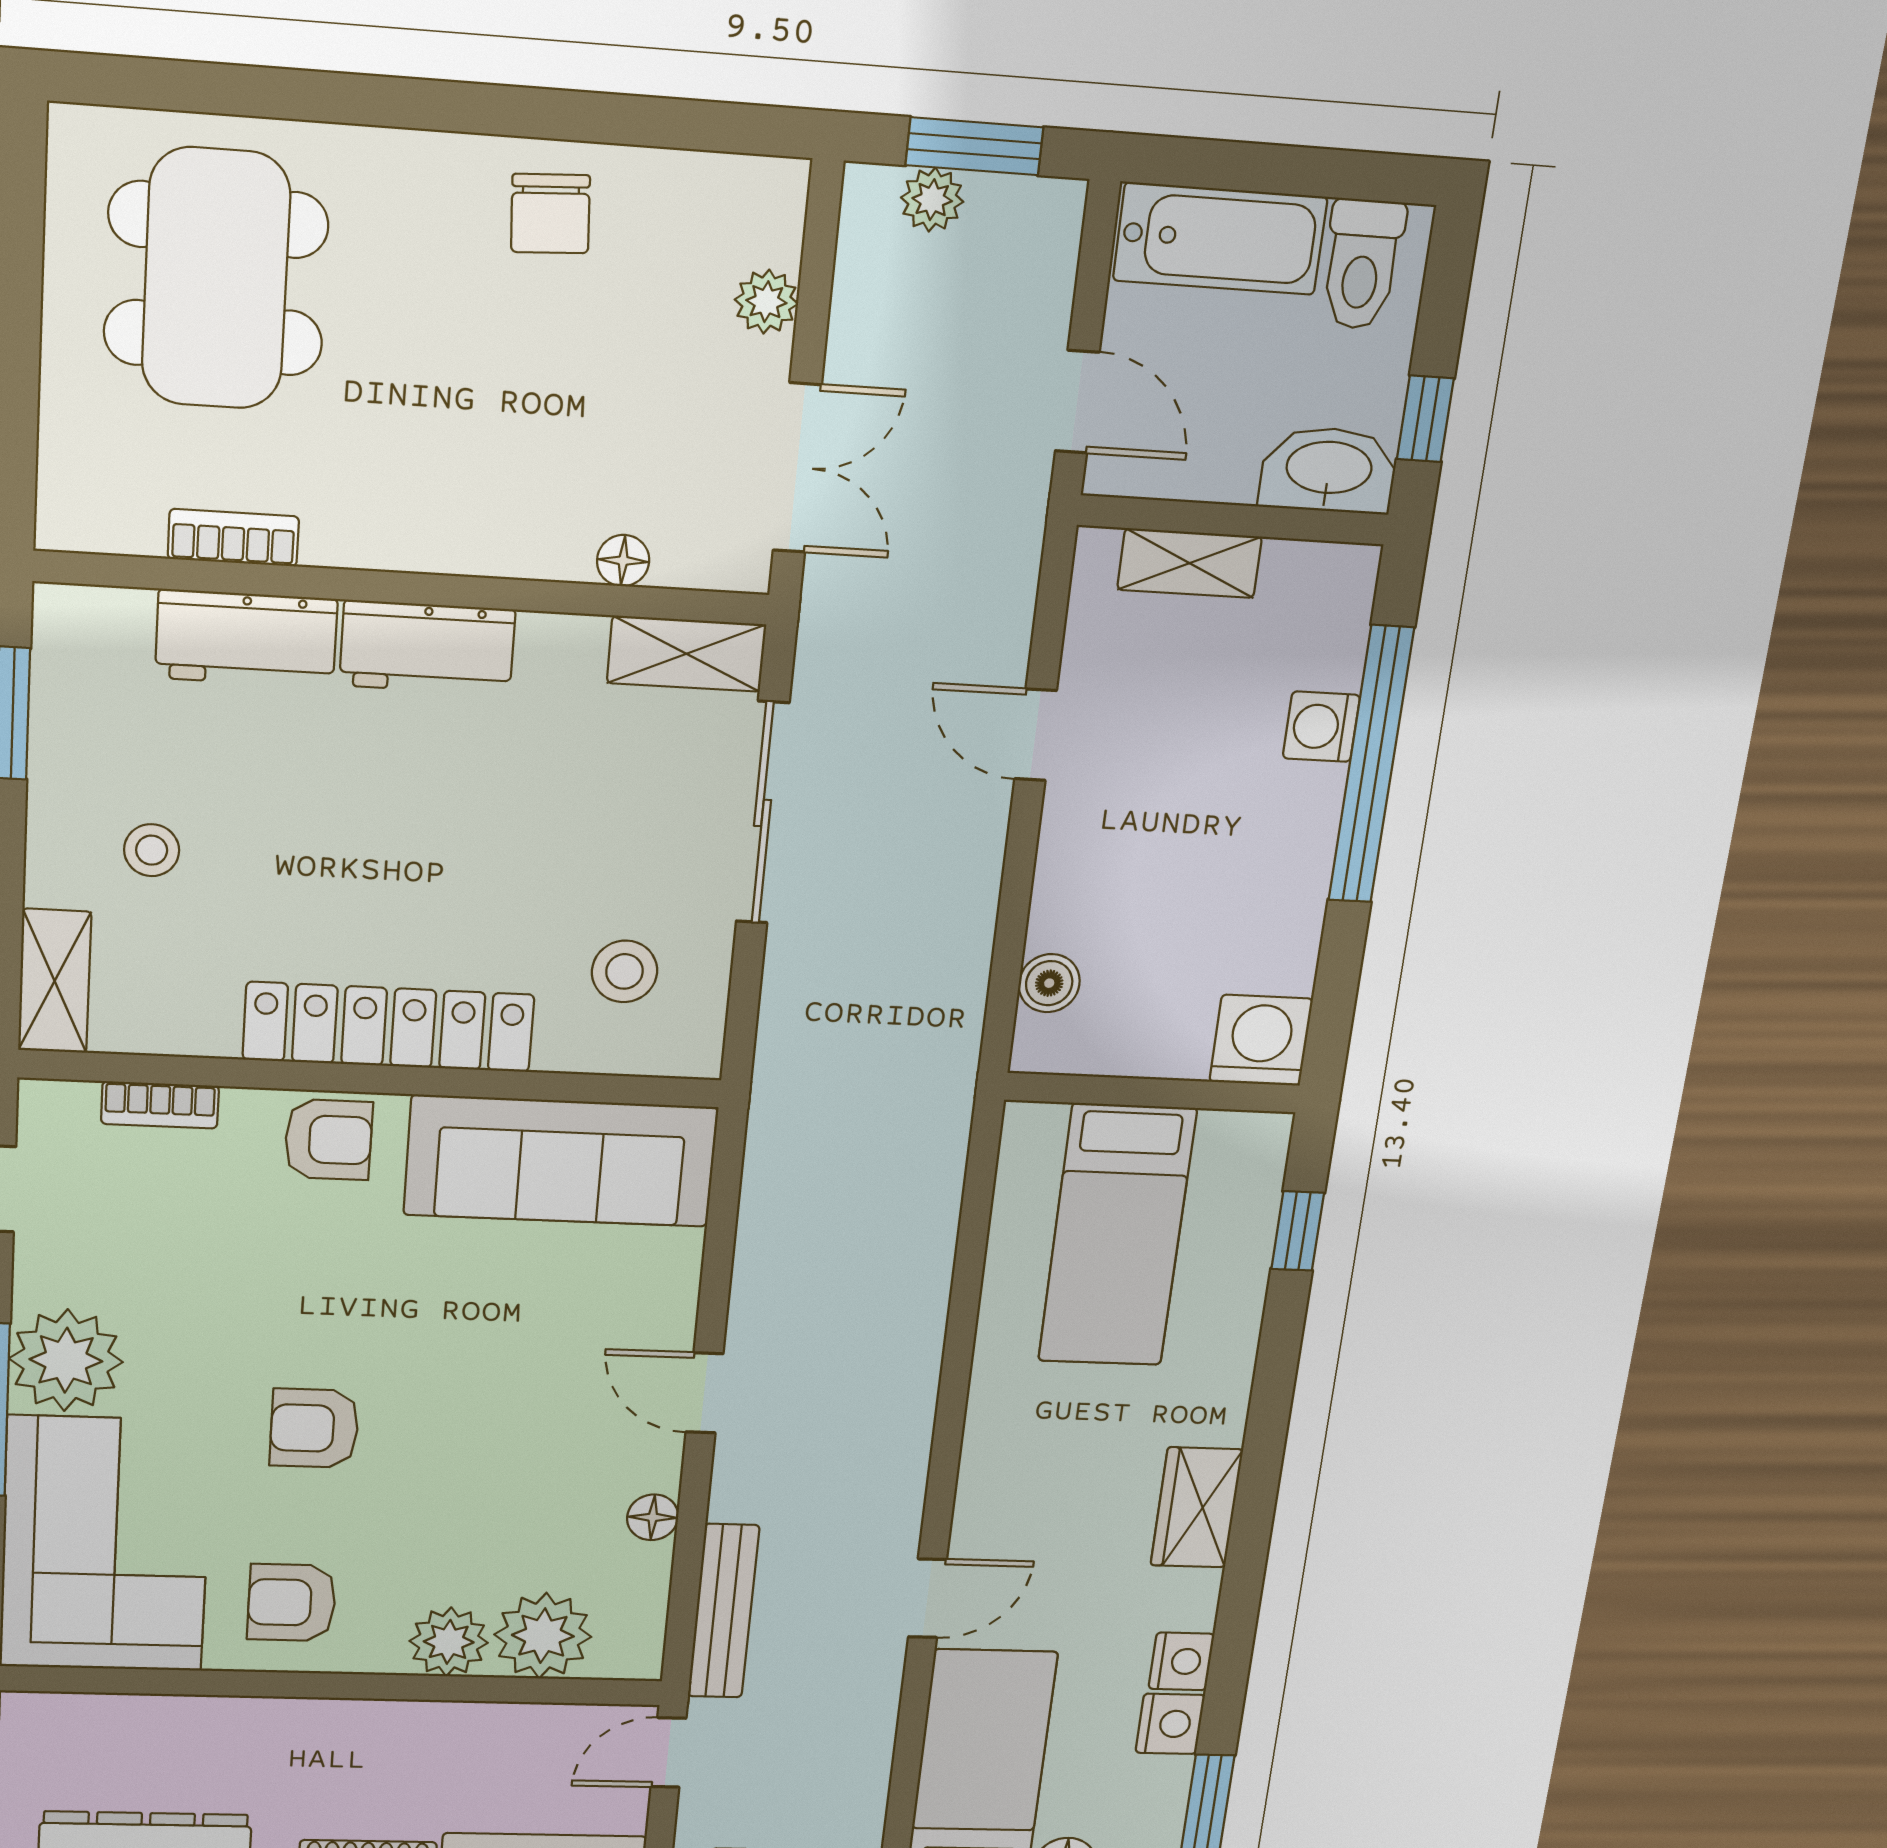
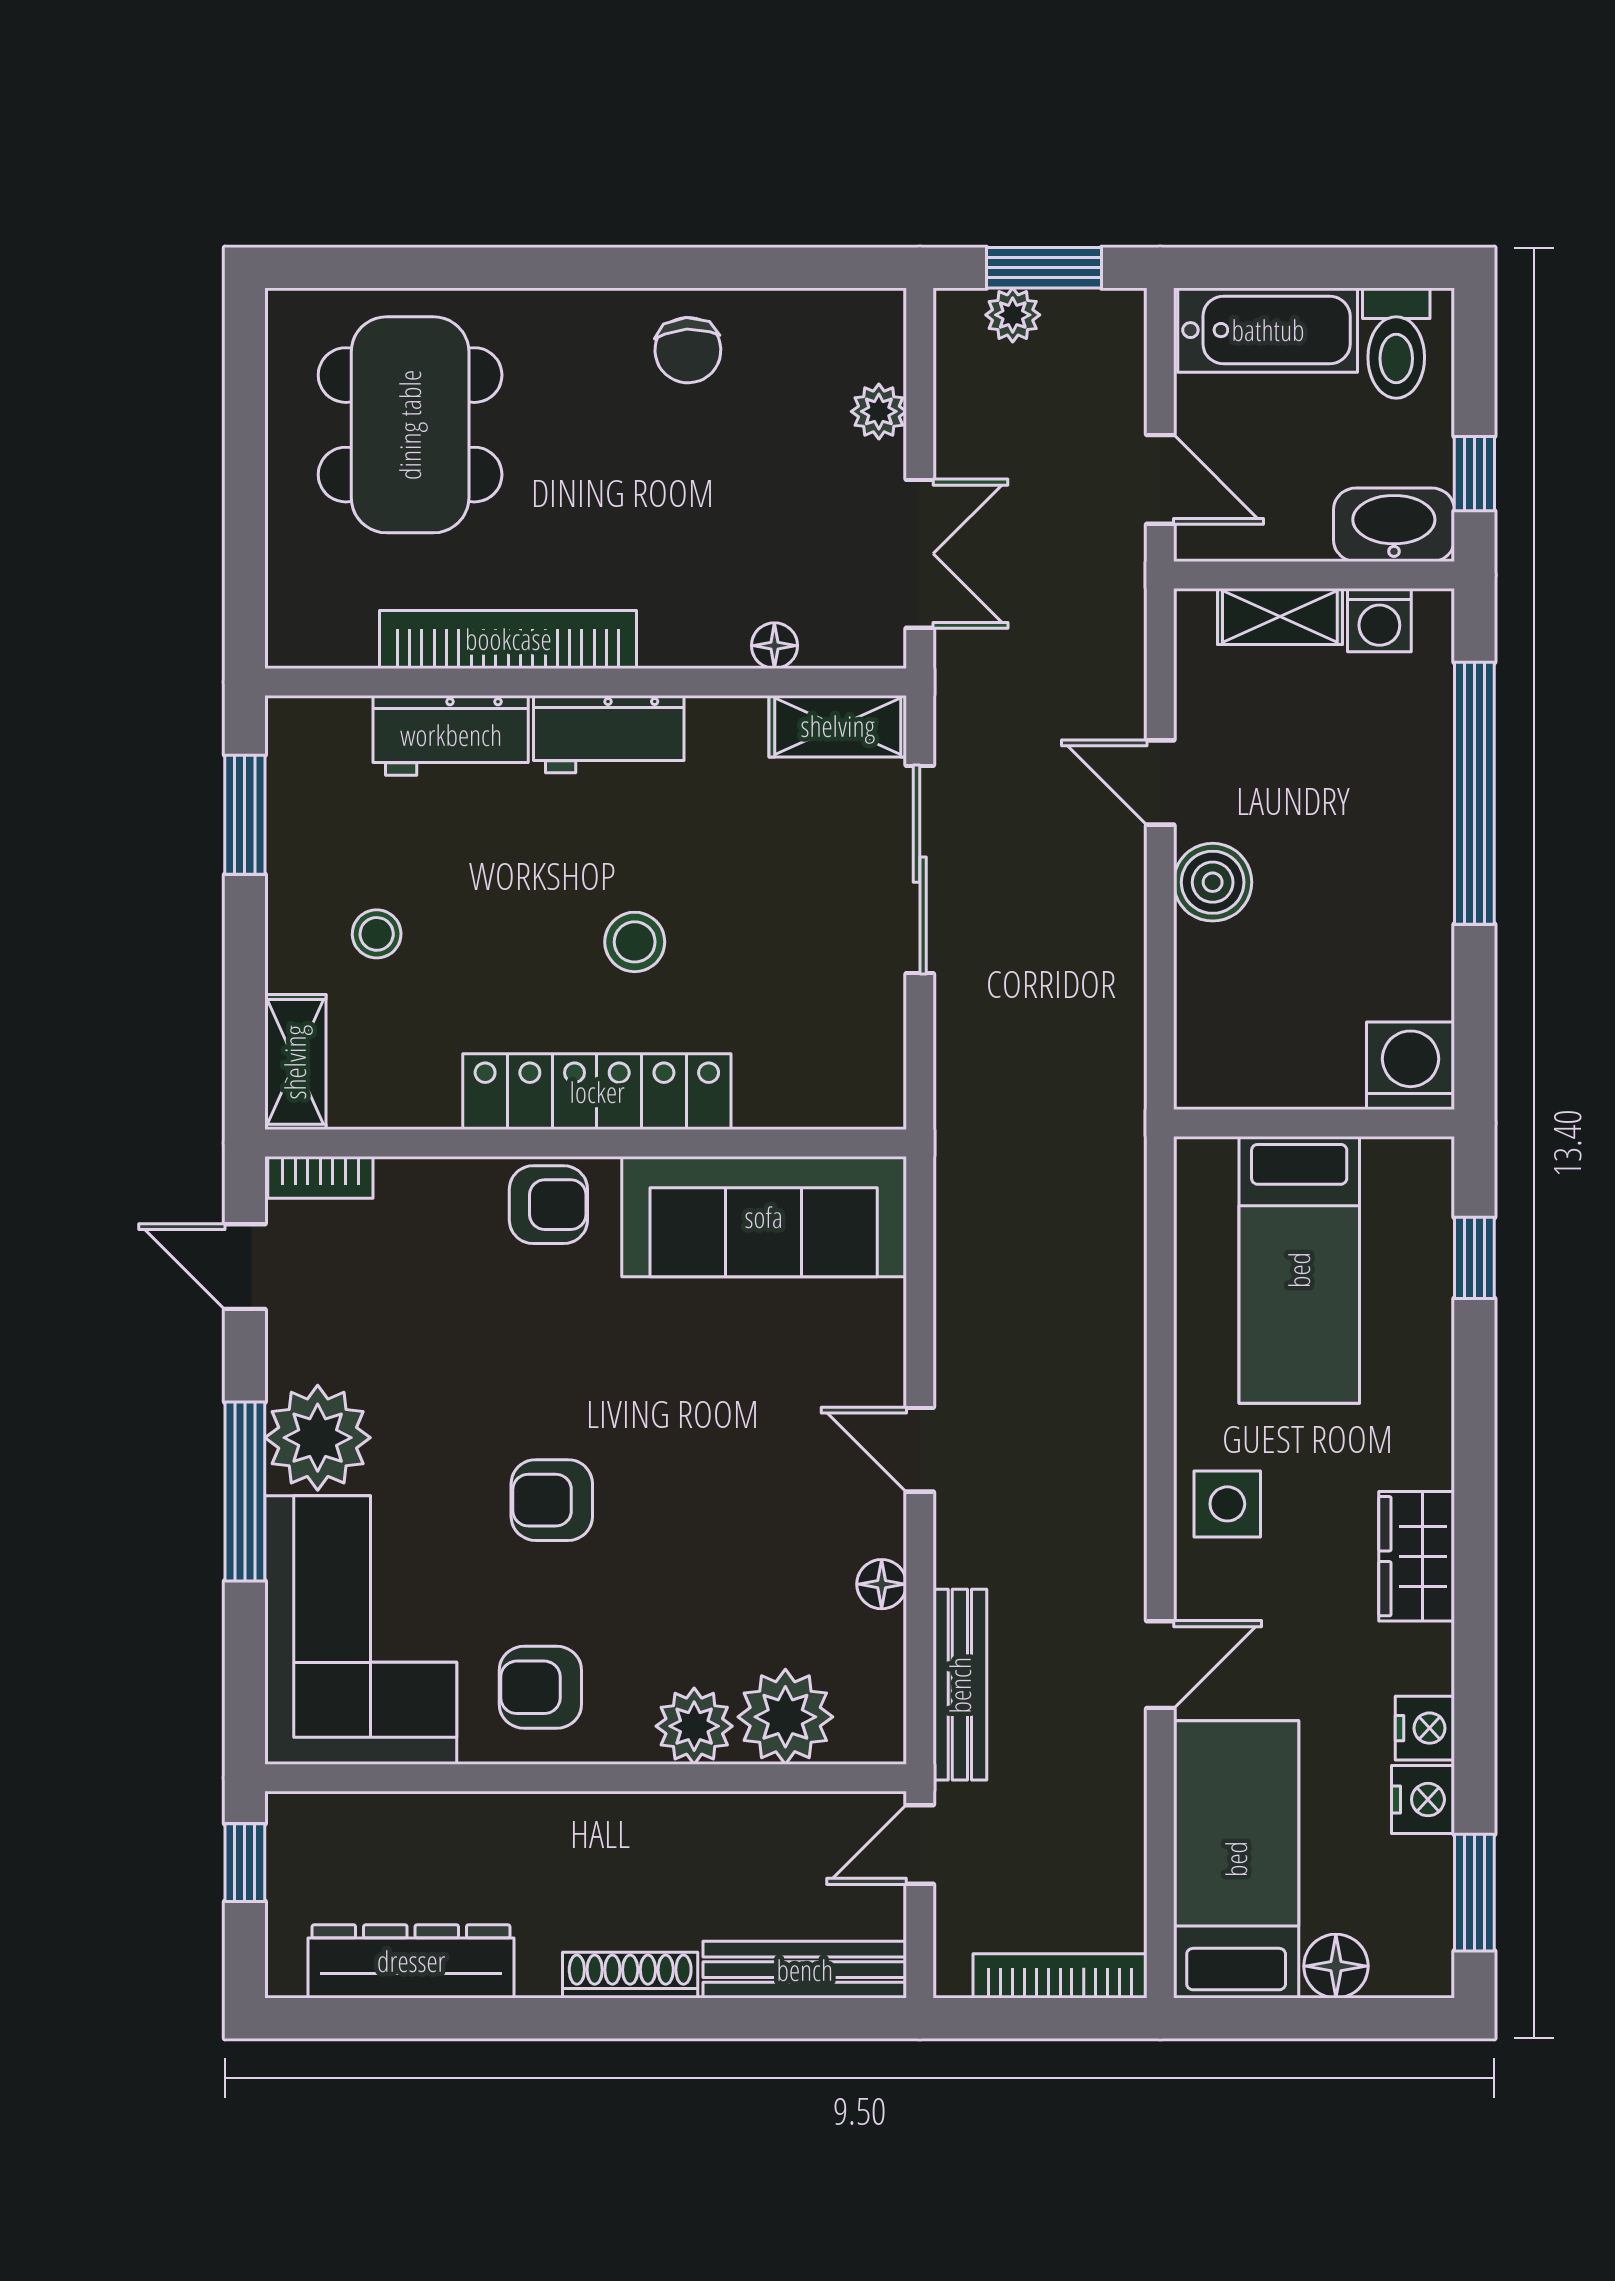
bookcase: (233, 538) -> (508, 639), width x2.31, depth x1.31
washing machine: (1321, 727) -> (1379, 620), moved, turned -90
stool: (625, 971) -> (635, 942), moved
boiler: (1049, 983) -> (1213, 882), moved, width x1.36, depth x1.36
bookcase: (160, 1105) -> (320, 1177), moved
side table: (1014, 1454) -> (1227, 1504), added

